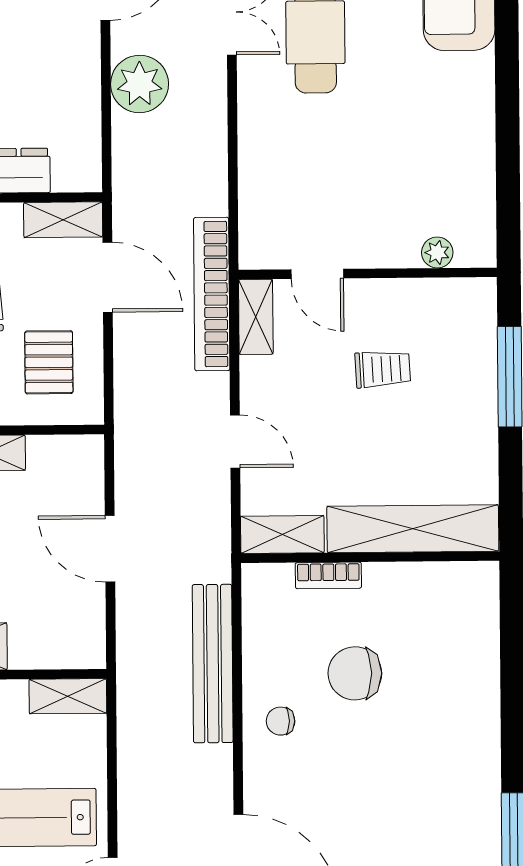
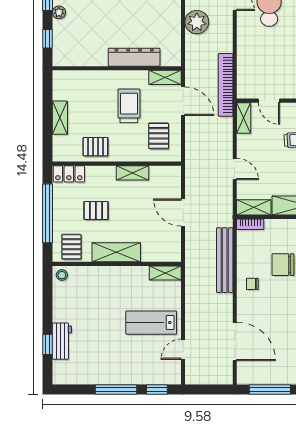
bookcase: (212, 294) -> (226, 85), moved
bookcase: (328, 575) -> (250, 224), moved

